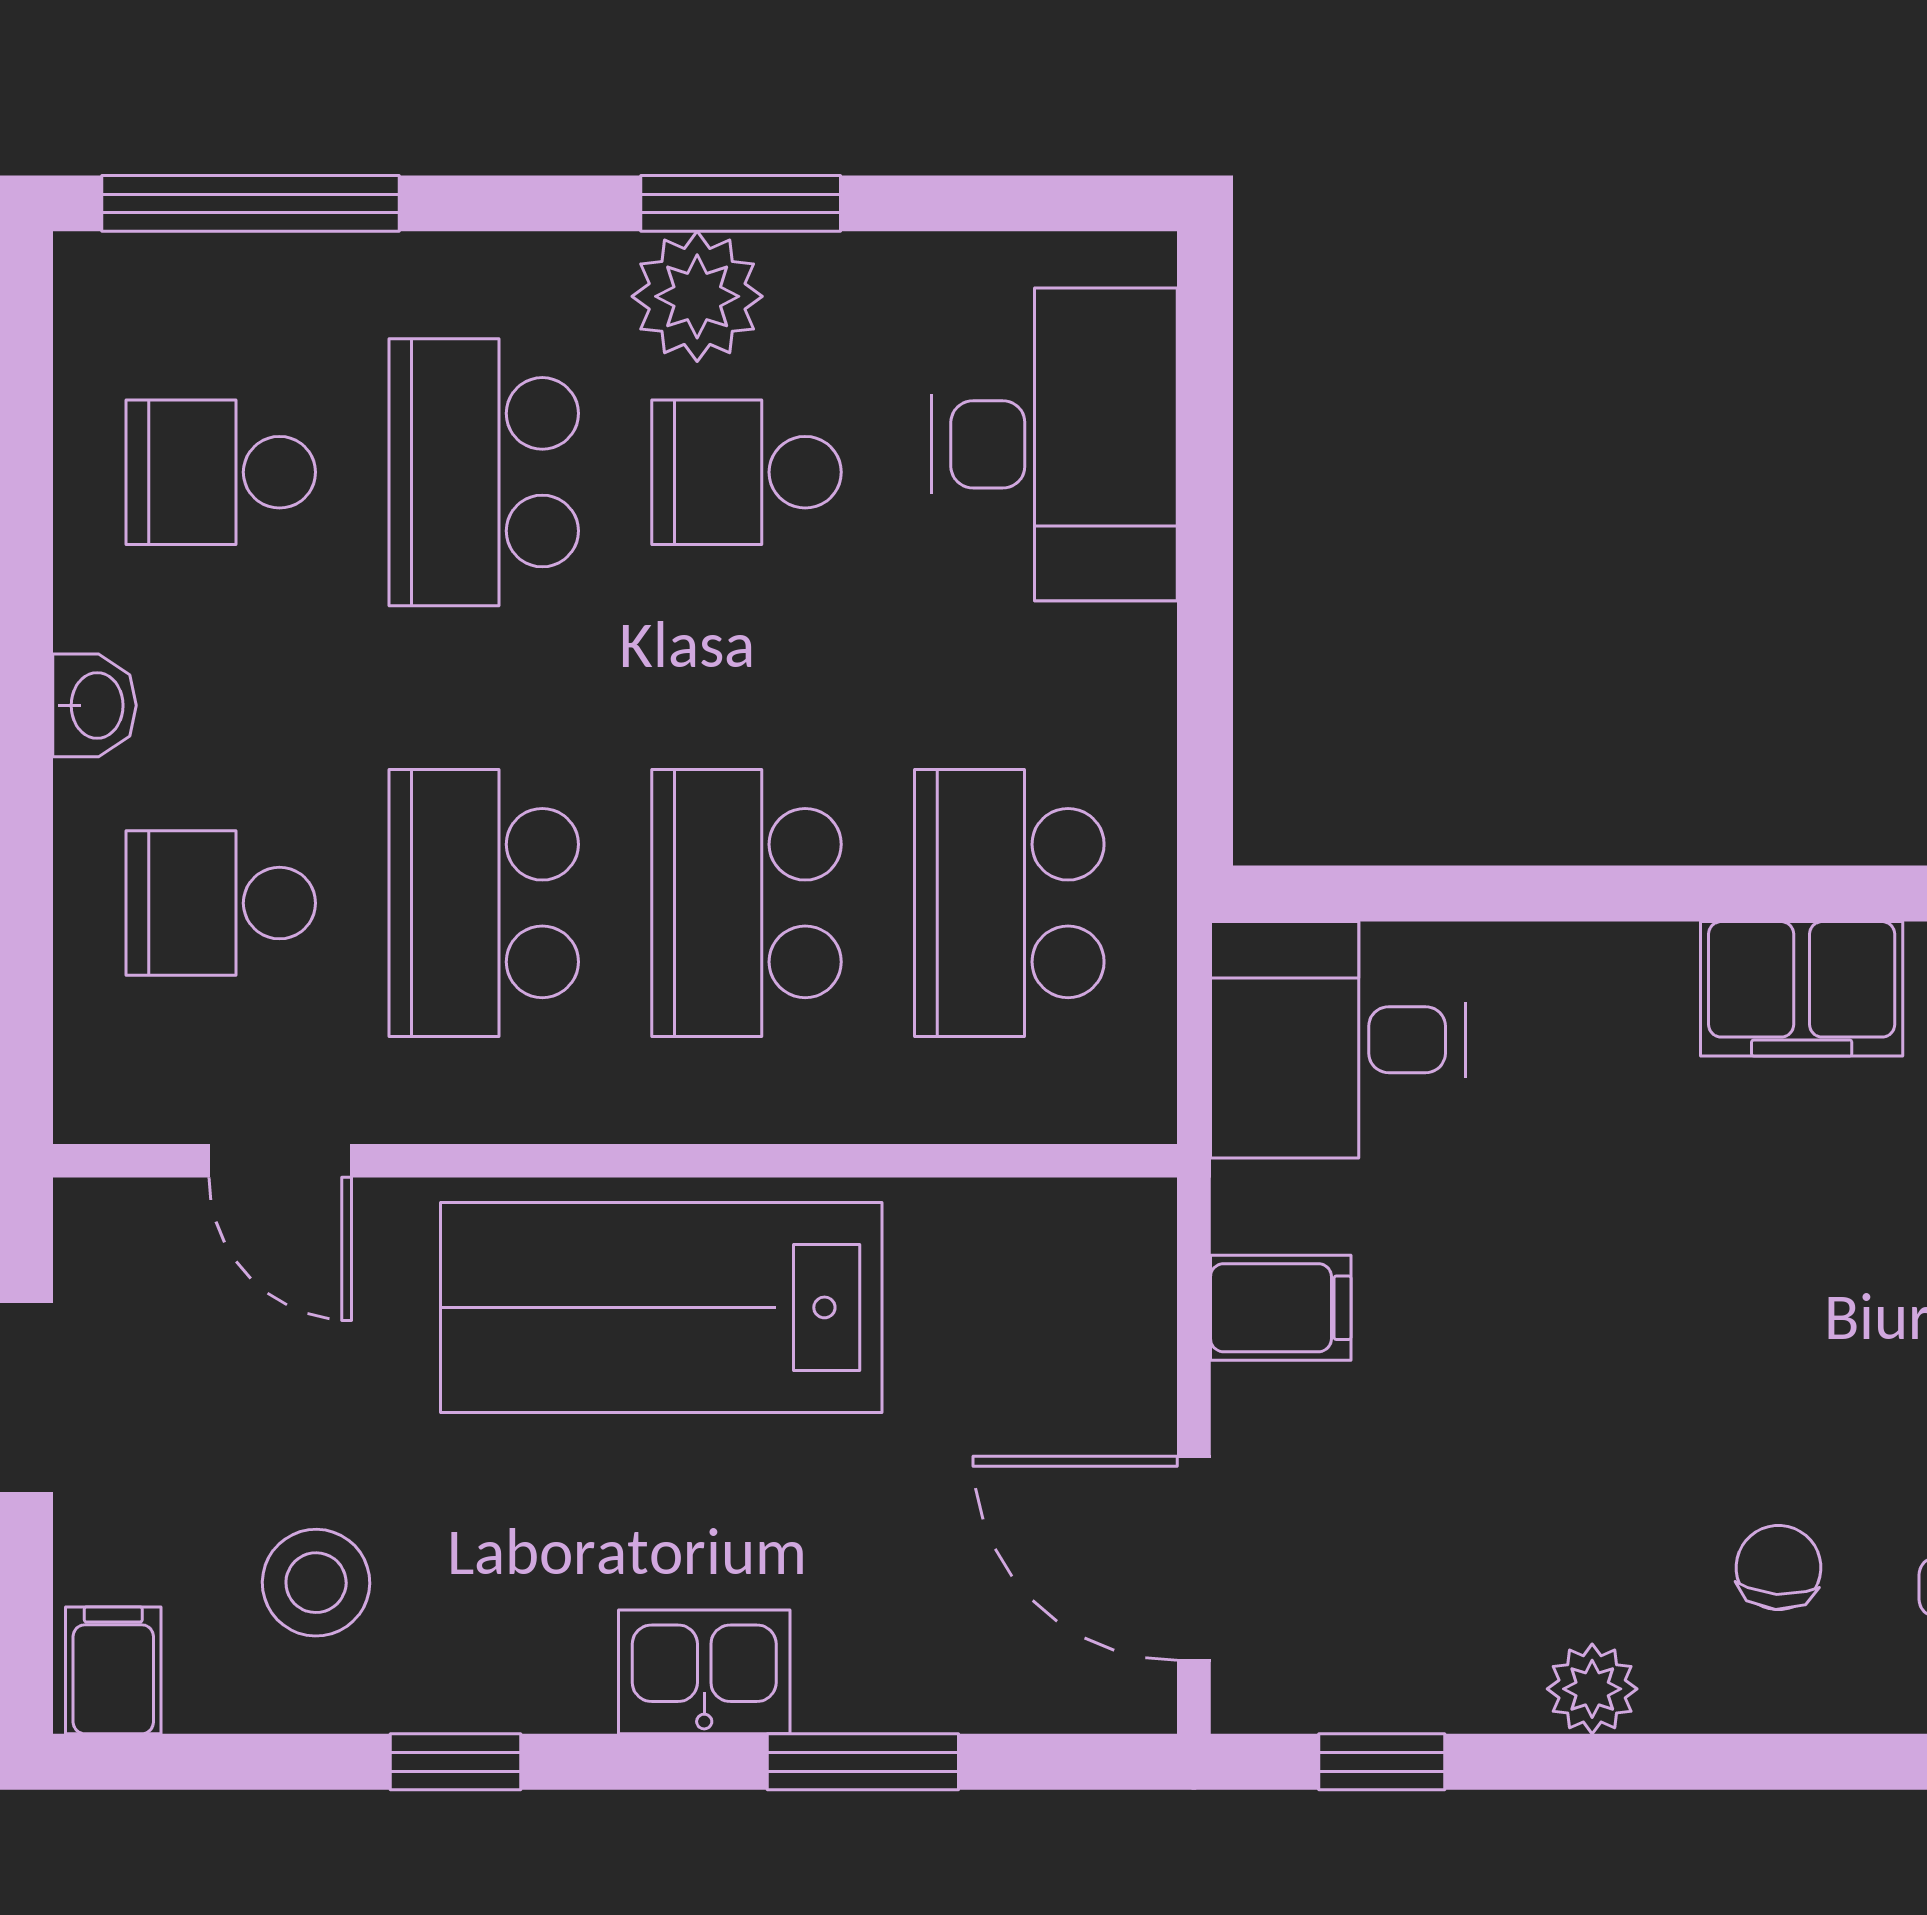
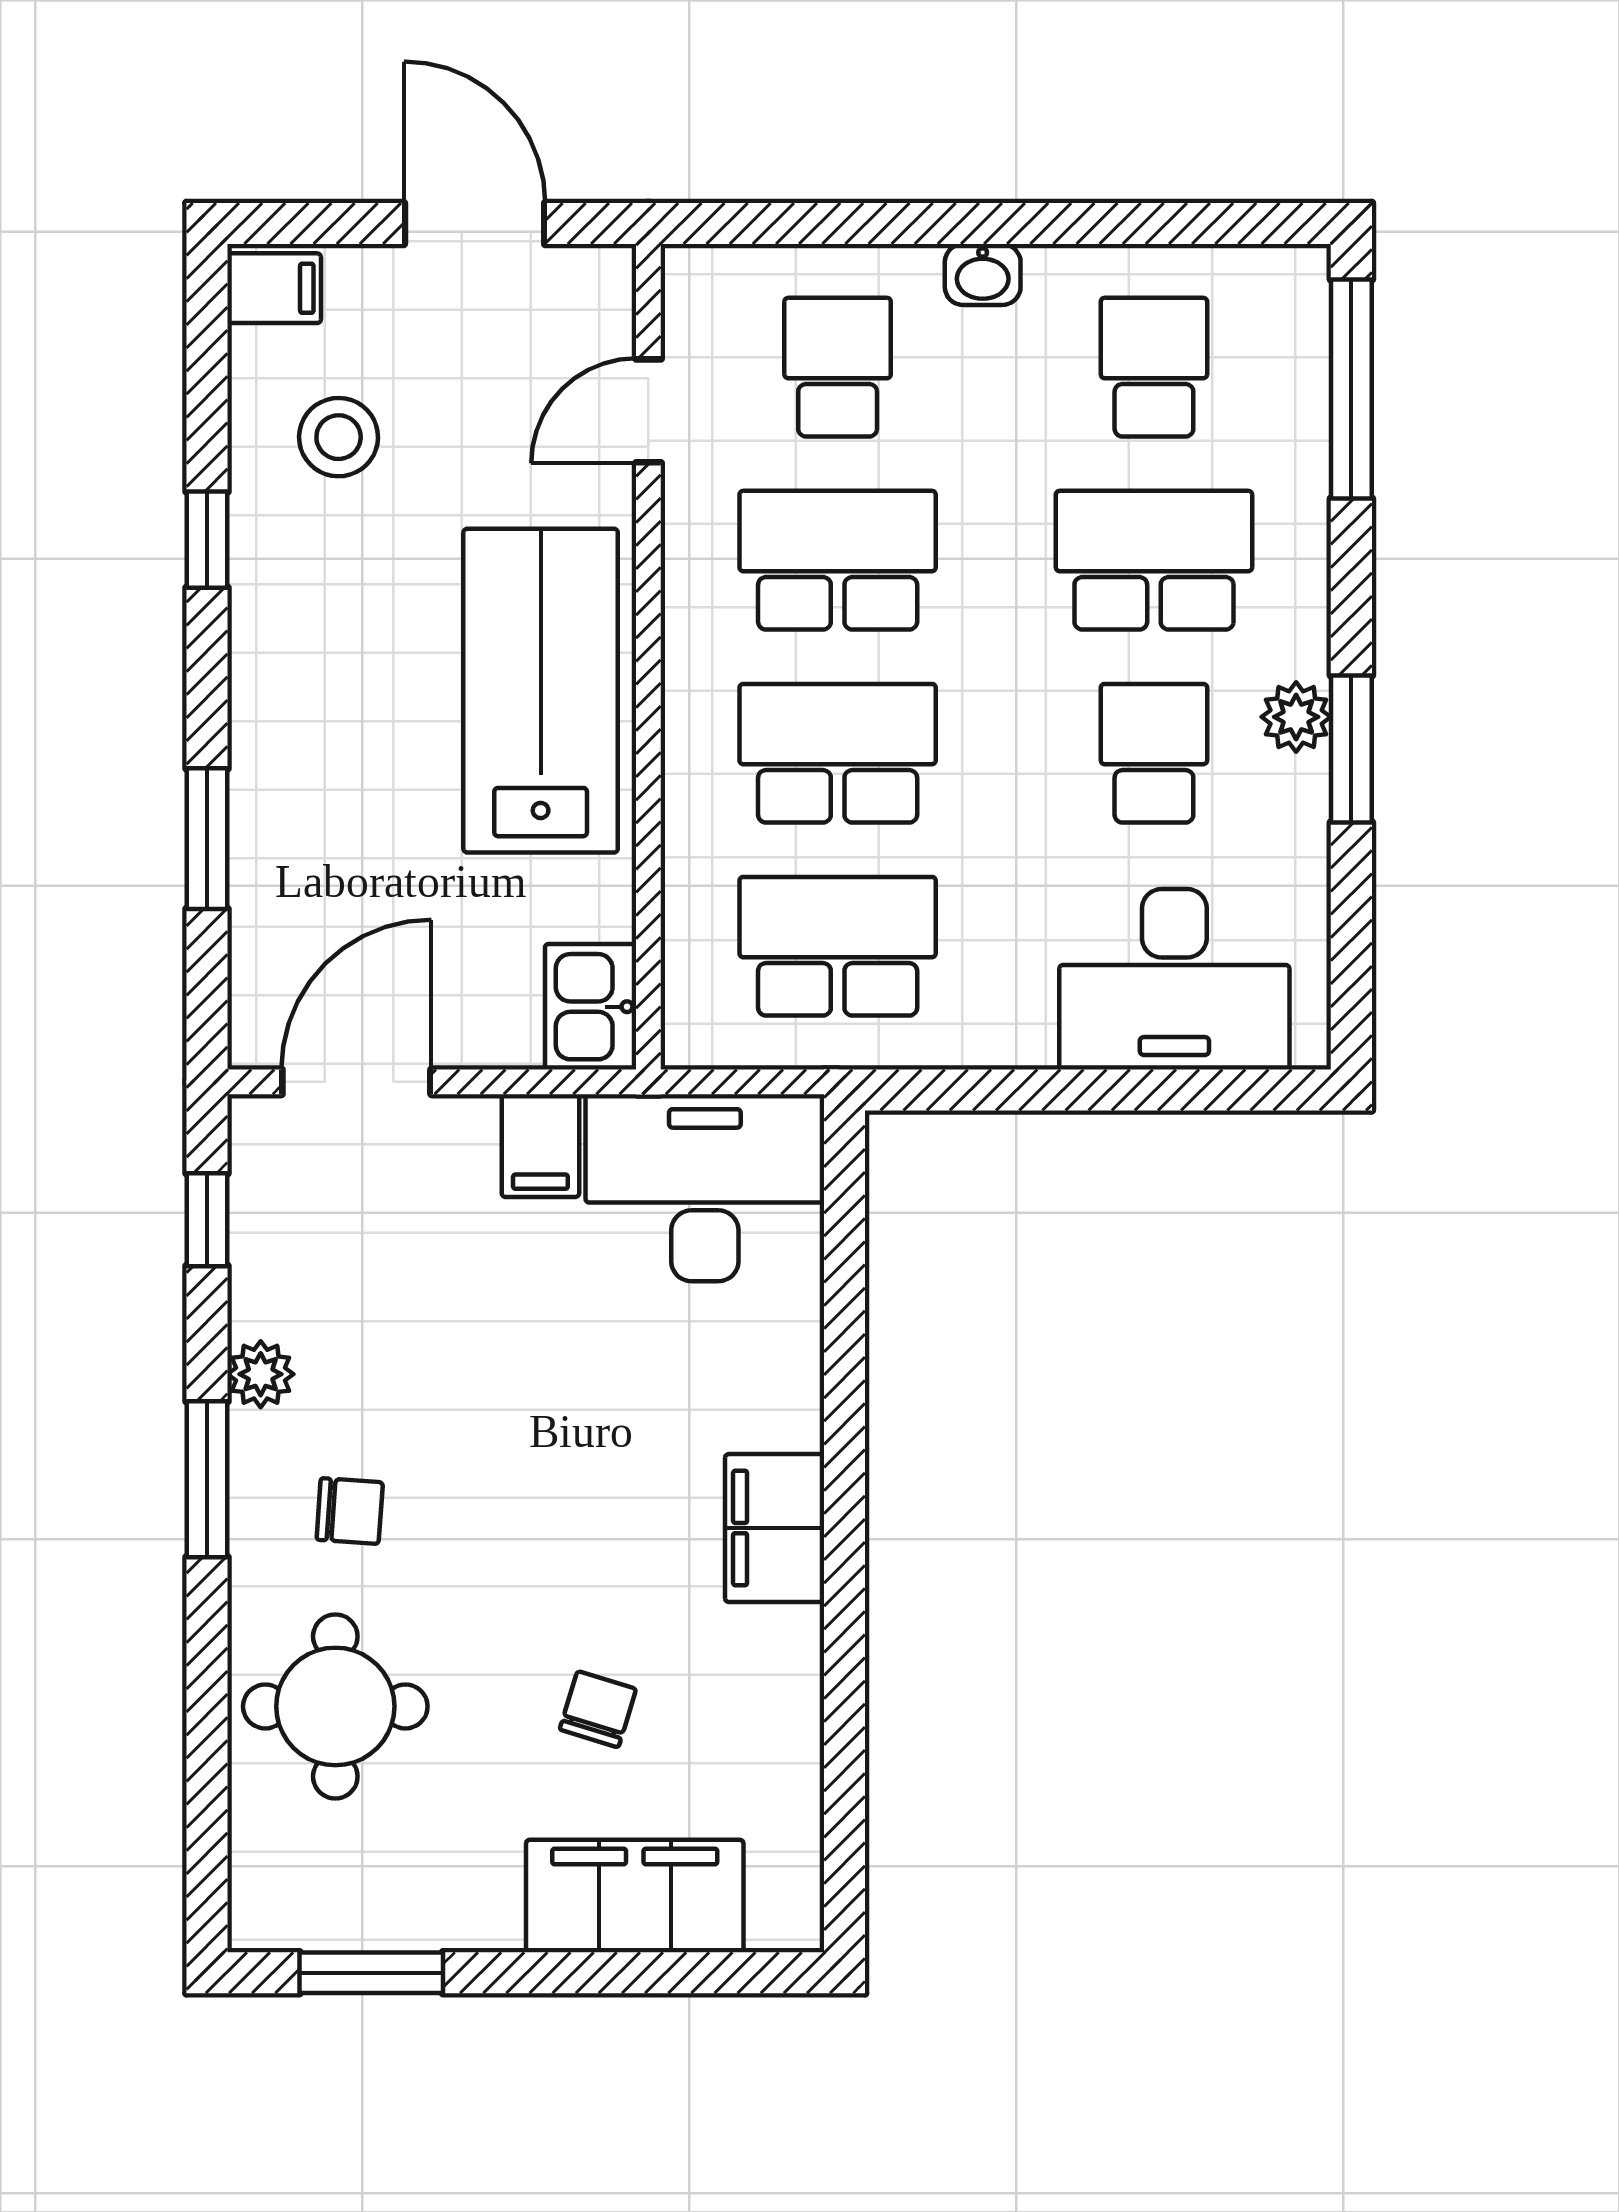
plant: (697, 296) -> (1296, 717), width x0.73, depth x0.73
desk: (1338, 1040) -> (705, 1188), width x1.37
kitchen sink: (704, 1672) -> (591, 1007), moved, turned 180
window: (1735, 1762) -> (207, 1479), added

